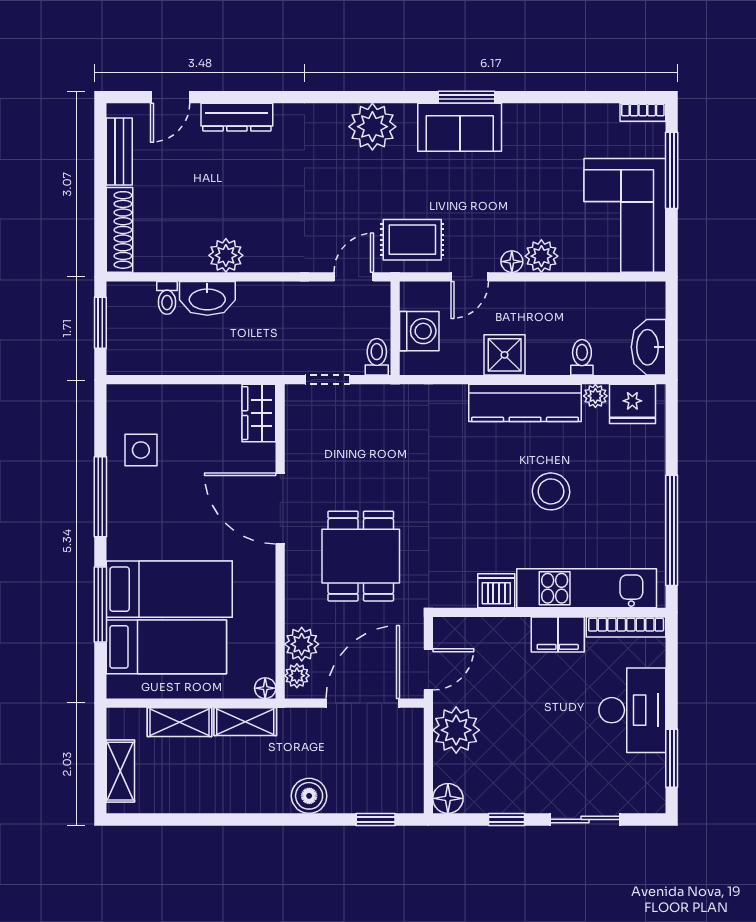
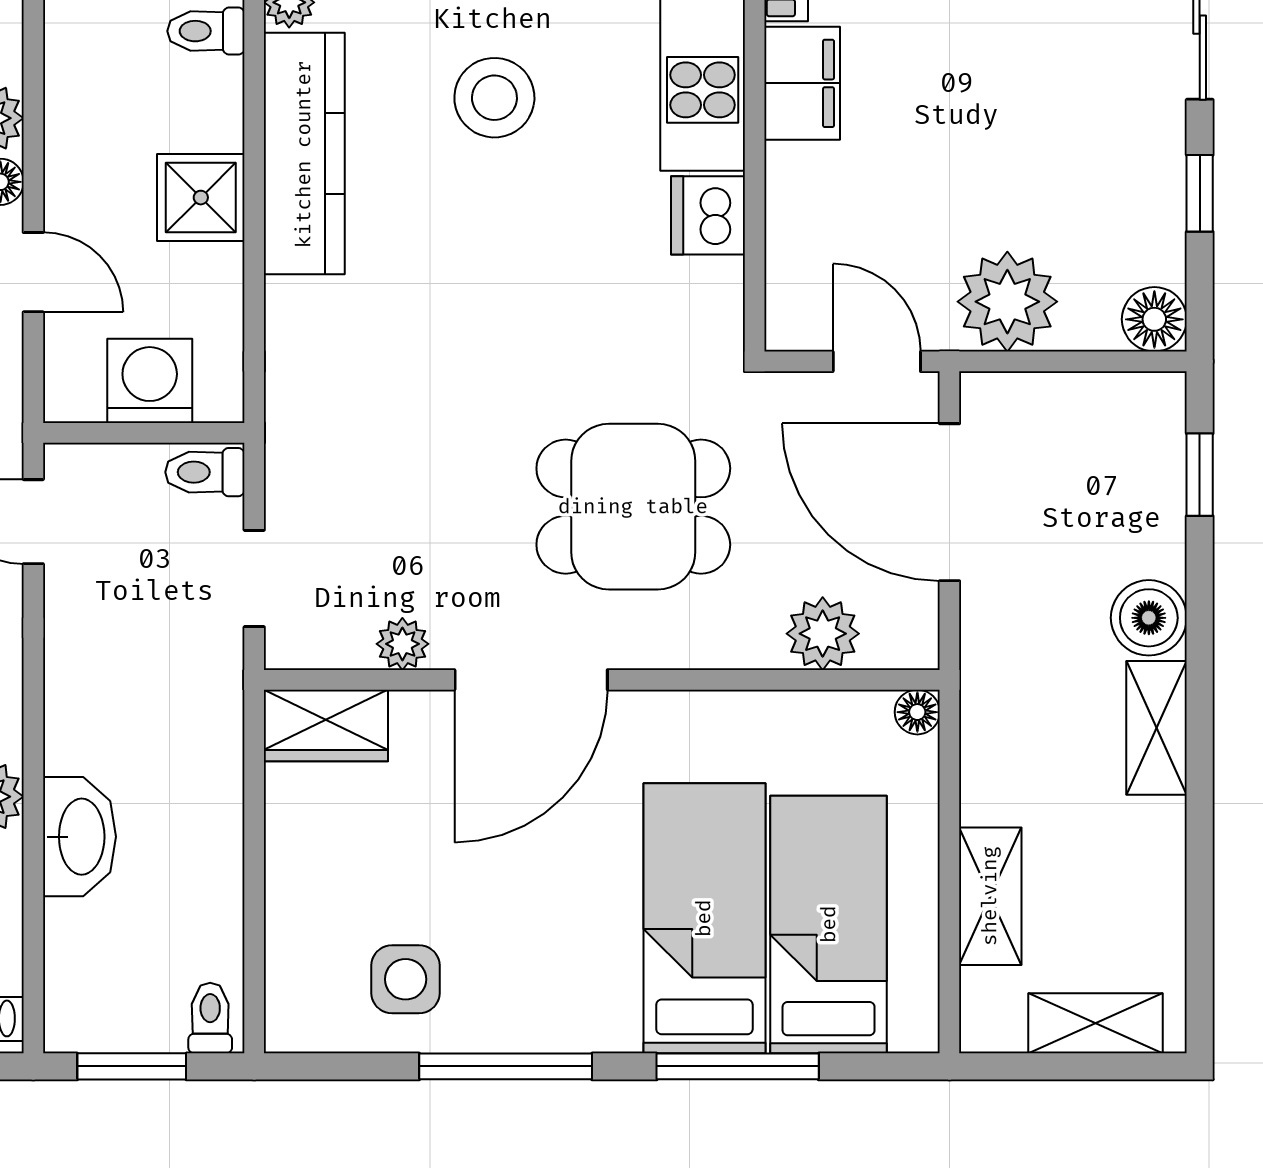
toilet: (167, 298) -> (210, 1018), moved, turned -90
plant: (297, 676) -> (402, 644), moved
shelving: (245, 722) -> (1157, 728), moved

